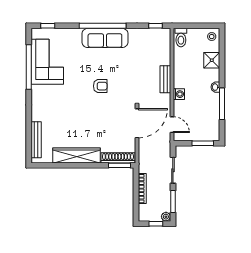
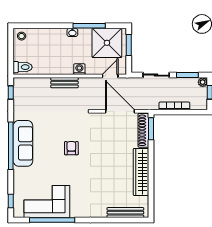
shower: (212, 60) -> (107, 43), moved, width x1.86, depth x1.86
door: (137, 123) -> (120, 111), moved

